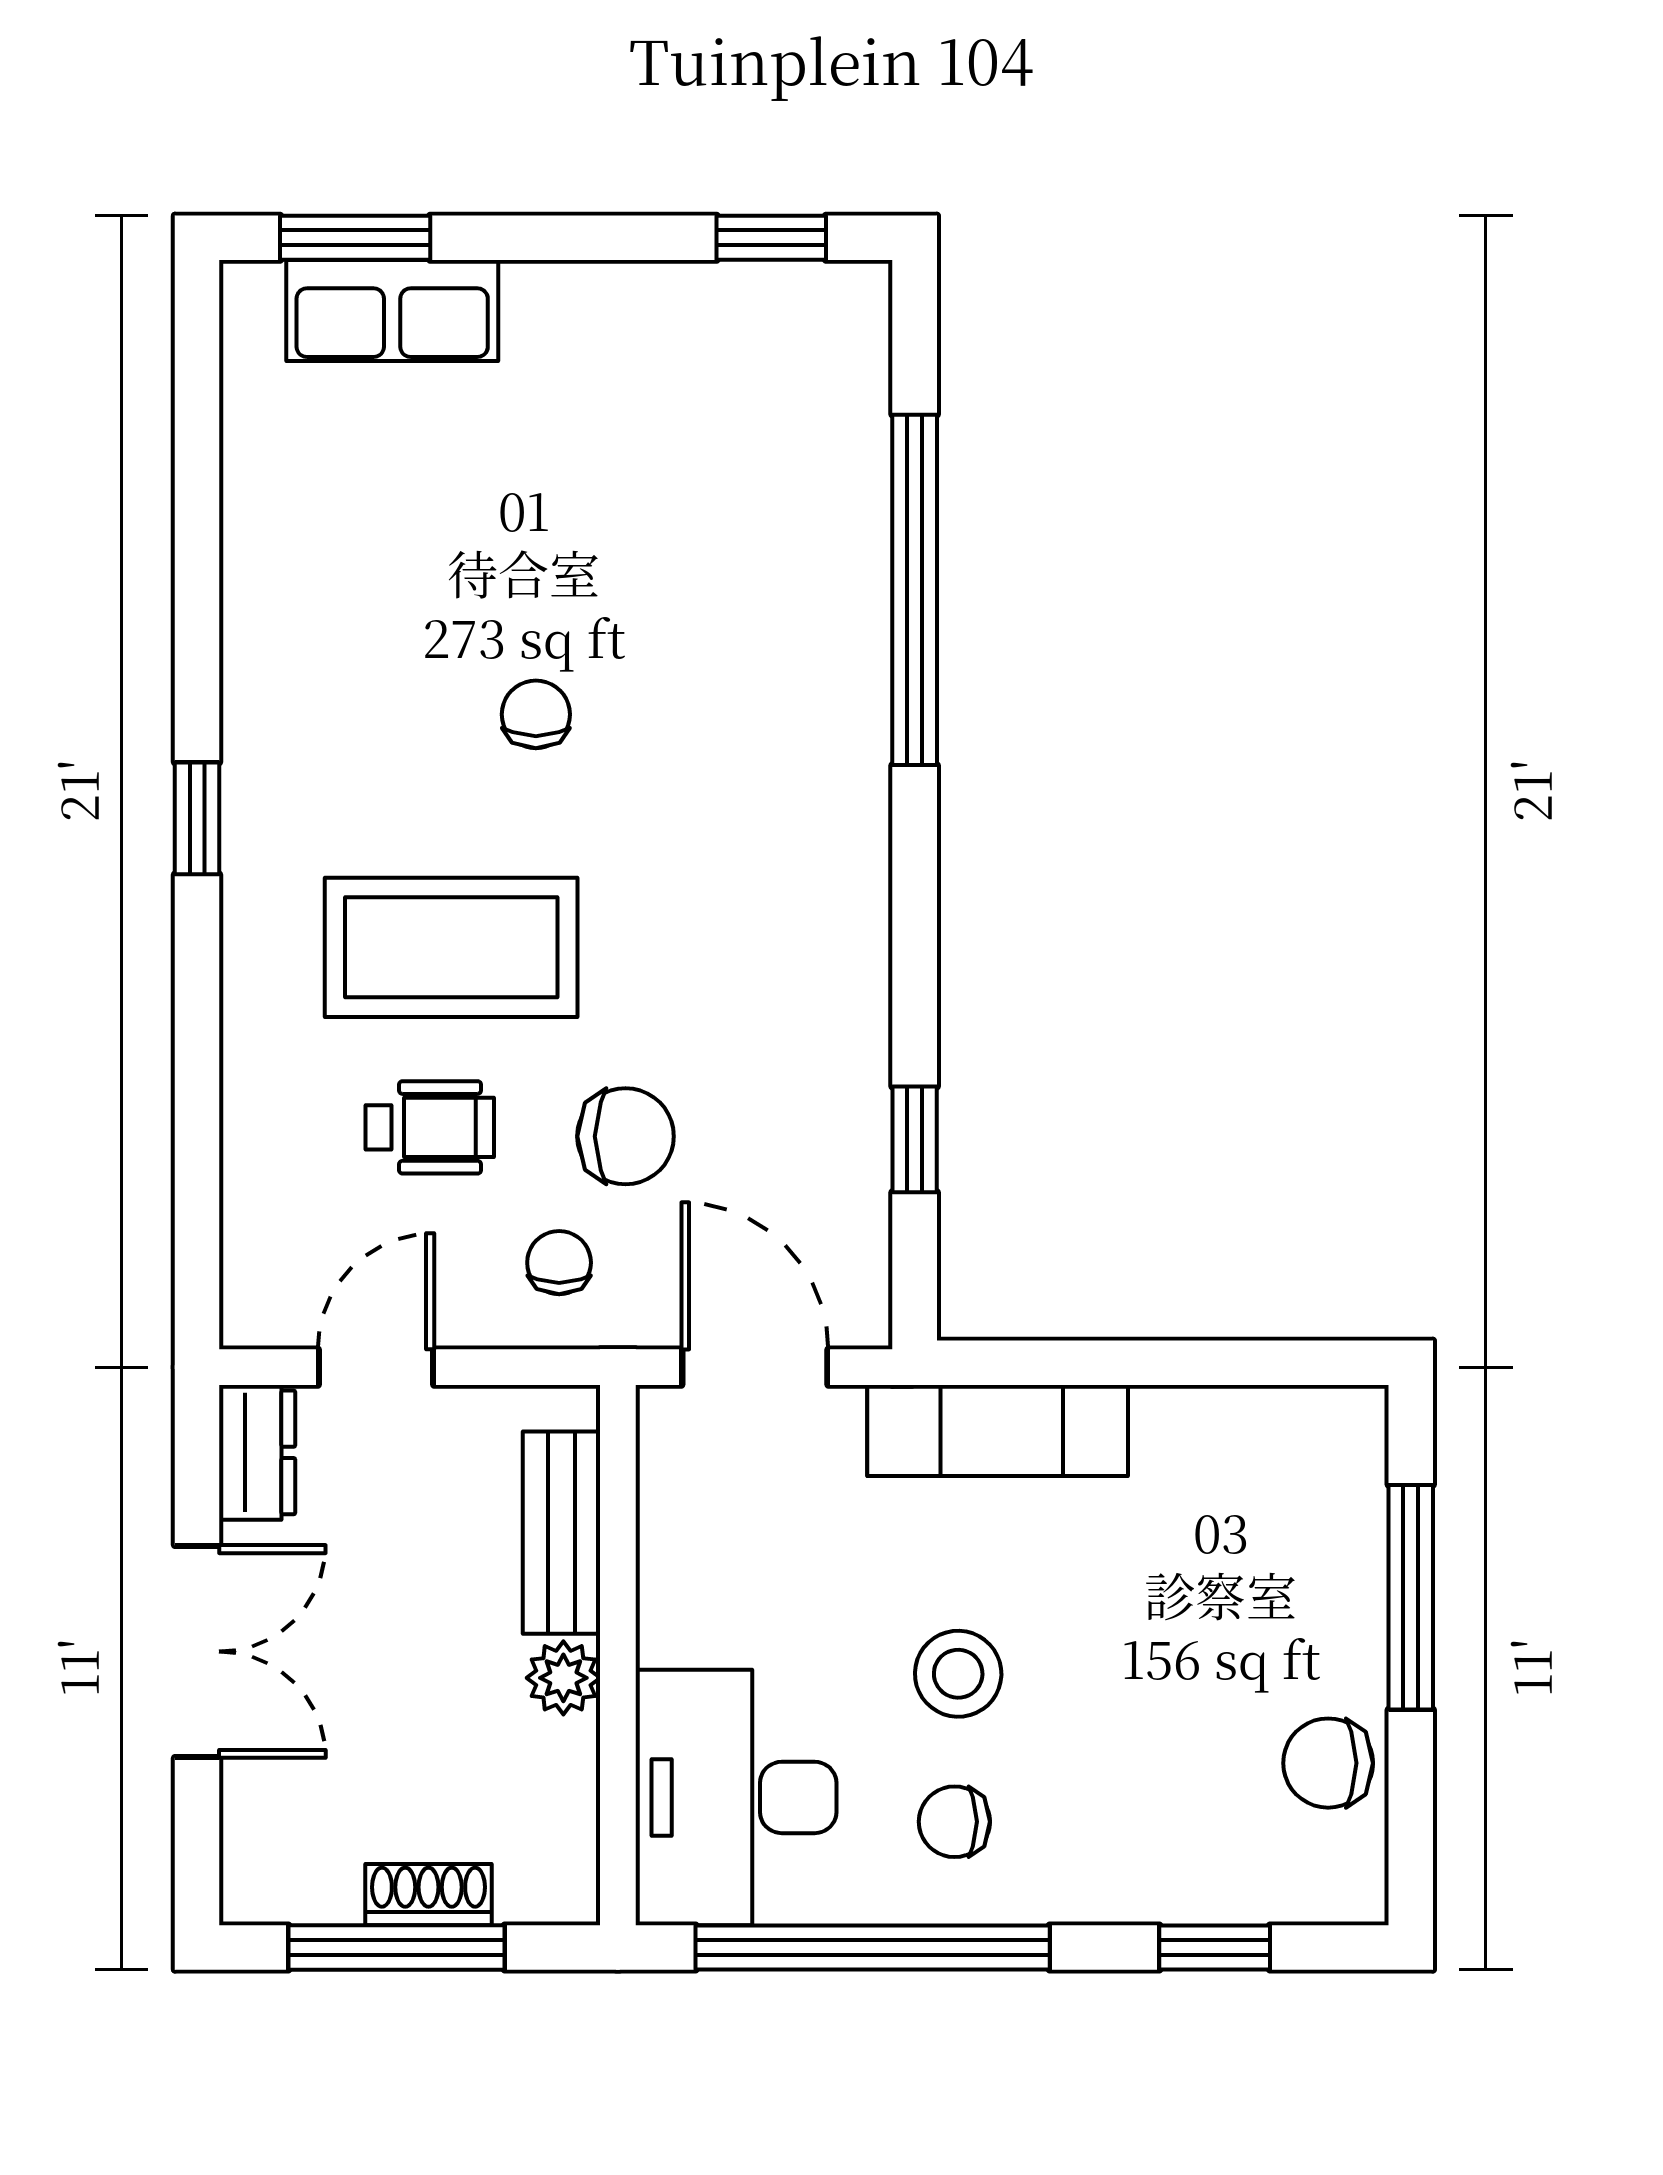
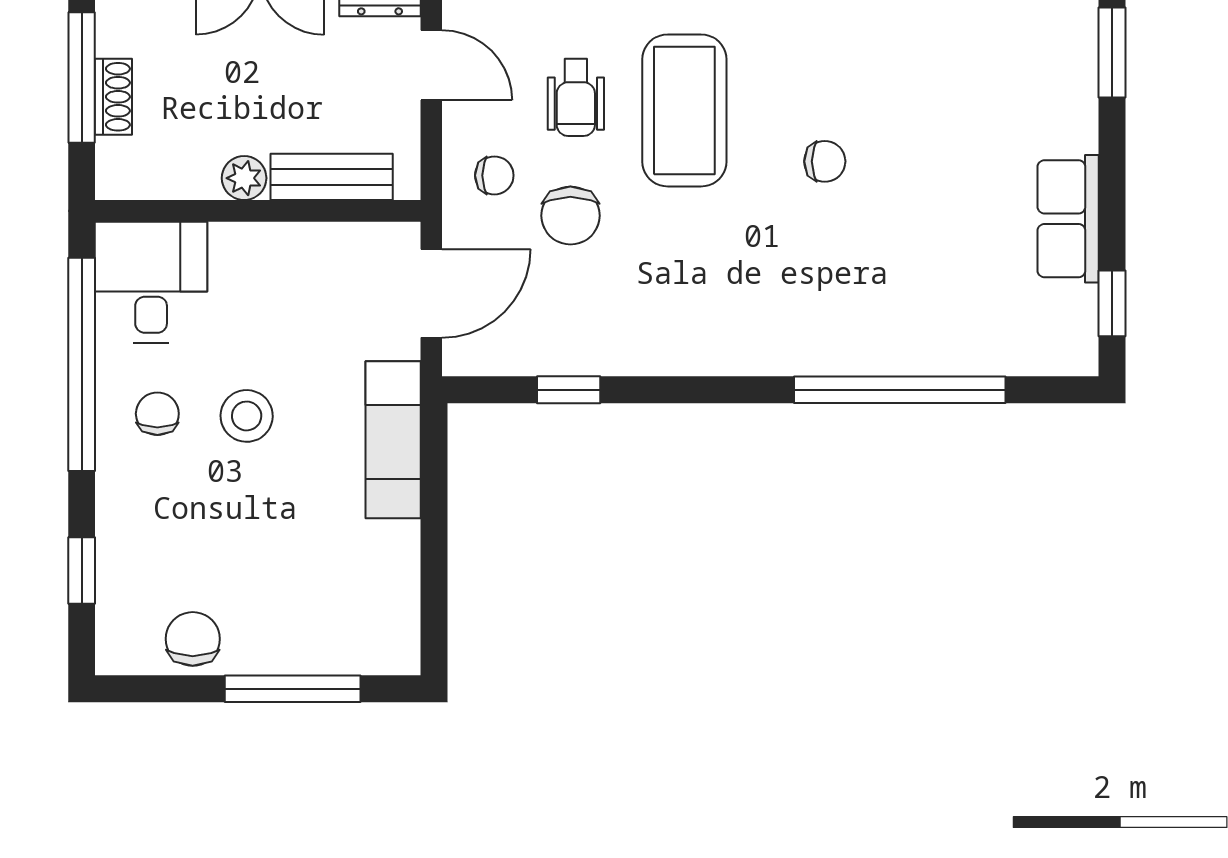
row of seats: (392, 311) -> (1068, 219), moved
desk: (736, 1797) -> (151, 282), width x0.73

